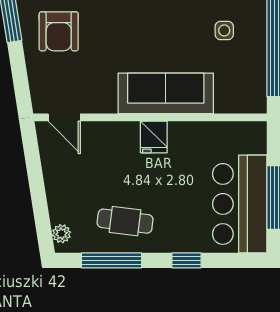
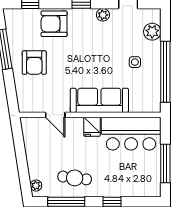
door: (64, 117) -> (55, 115), moved
bar counter: (240, 204) -> (131, 134), moved, turned -90

